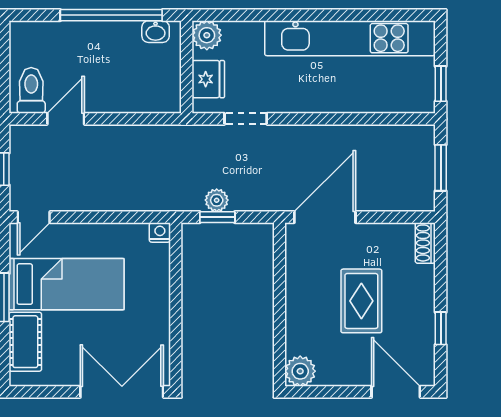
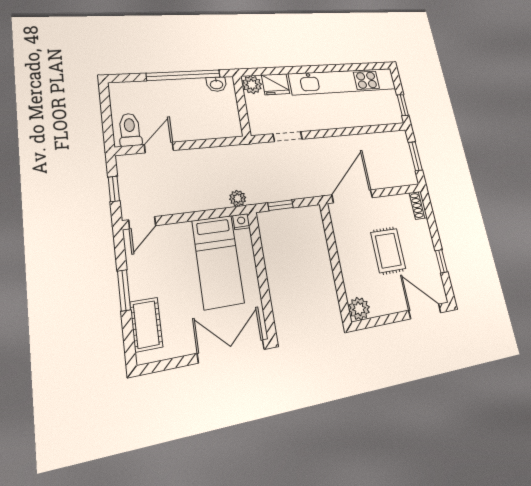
fridge: (208, 79) -> (276, 84), moved, turned 90
plant: (217, 200) -> (238, 198), moved
bed: (67, 284) -> (218, 261), moved, turned 90

